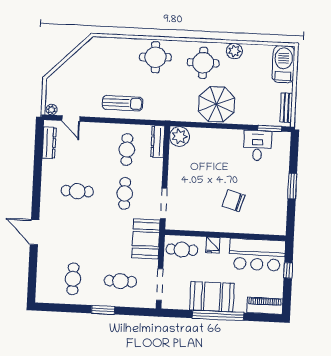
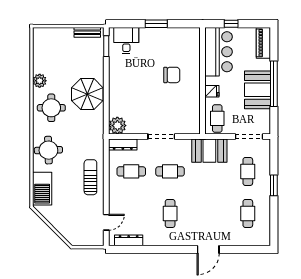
barbecue: (283, 64) -> (42, 189), moved, turned -90
plant: (52, 110) -> (99, 240), removed
desk: (257, 145) -> (126, 41), moved, turned 90
chair: (234, 201) -> (172, 75), turned -106
doorway: (164, 203) -> (161, 137), moved
cafe table: (73, 279) -> (248, 213), turned 90

